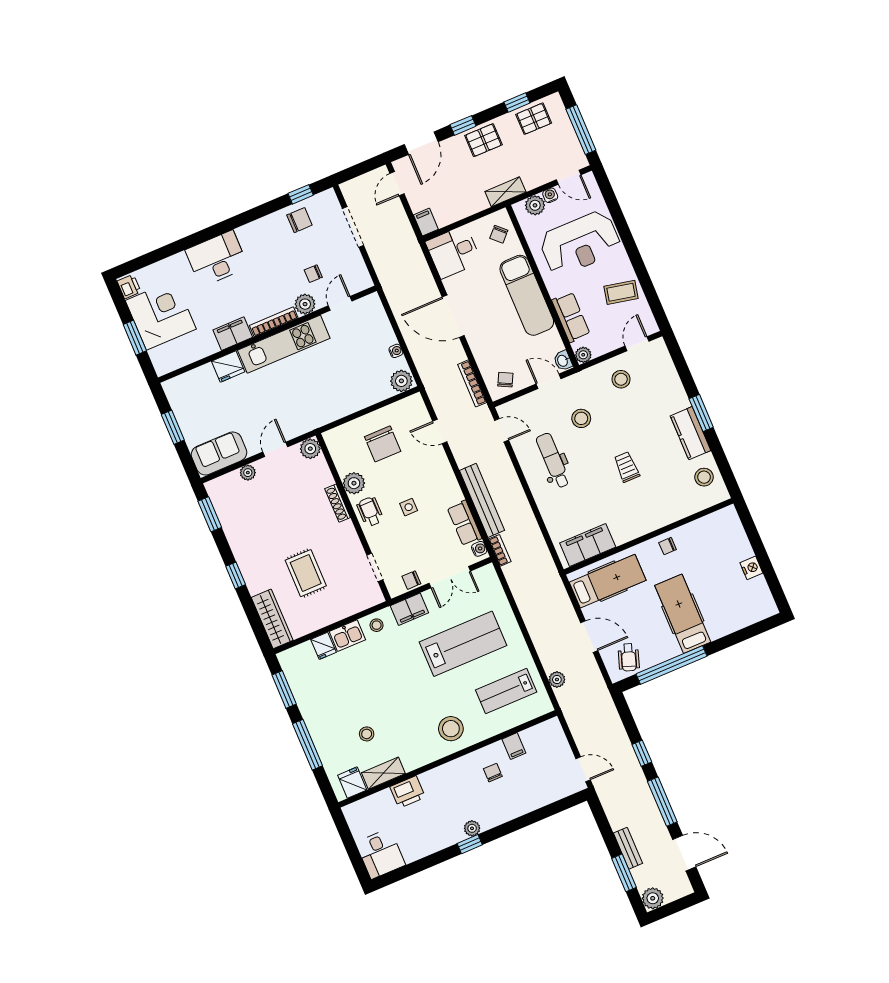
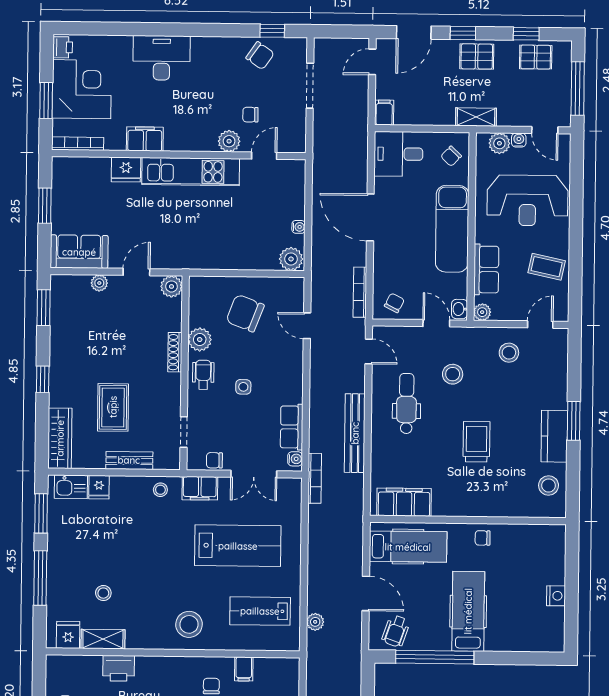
chair: (299, 220) -> (260, 56), turned 35
bookcase: (274, 322) -> (78, 144), moved
chair: (383, 444) -> (245, 313), turned 111
trolley: (627, 467) -> (476, 442), width x1.36, depth x1.39
bench: (482, 500) -> (355, 433), moved
bookcase: (500, 550) -> (315, 478), width x1.56
bench: (339, 612) -> (129, 460), added
kitchen sink: (347, 636) -> (71, 487), moved

